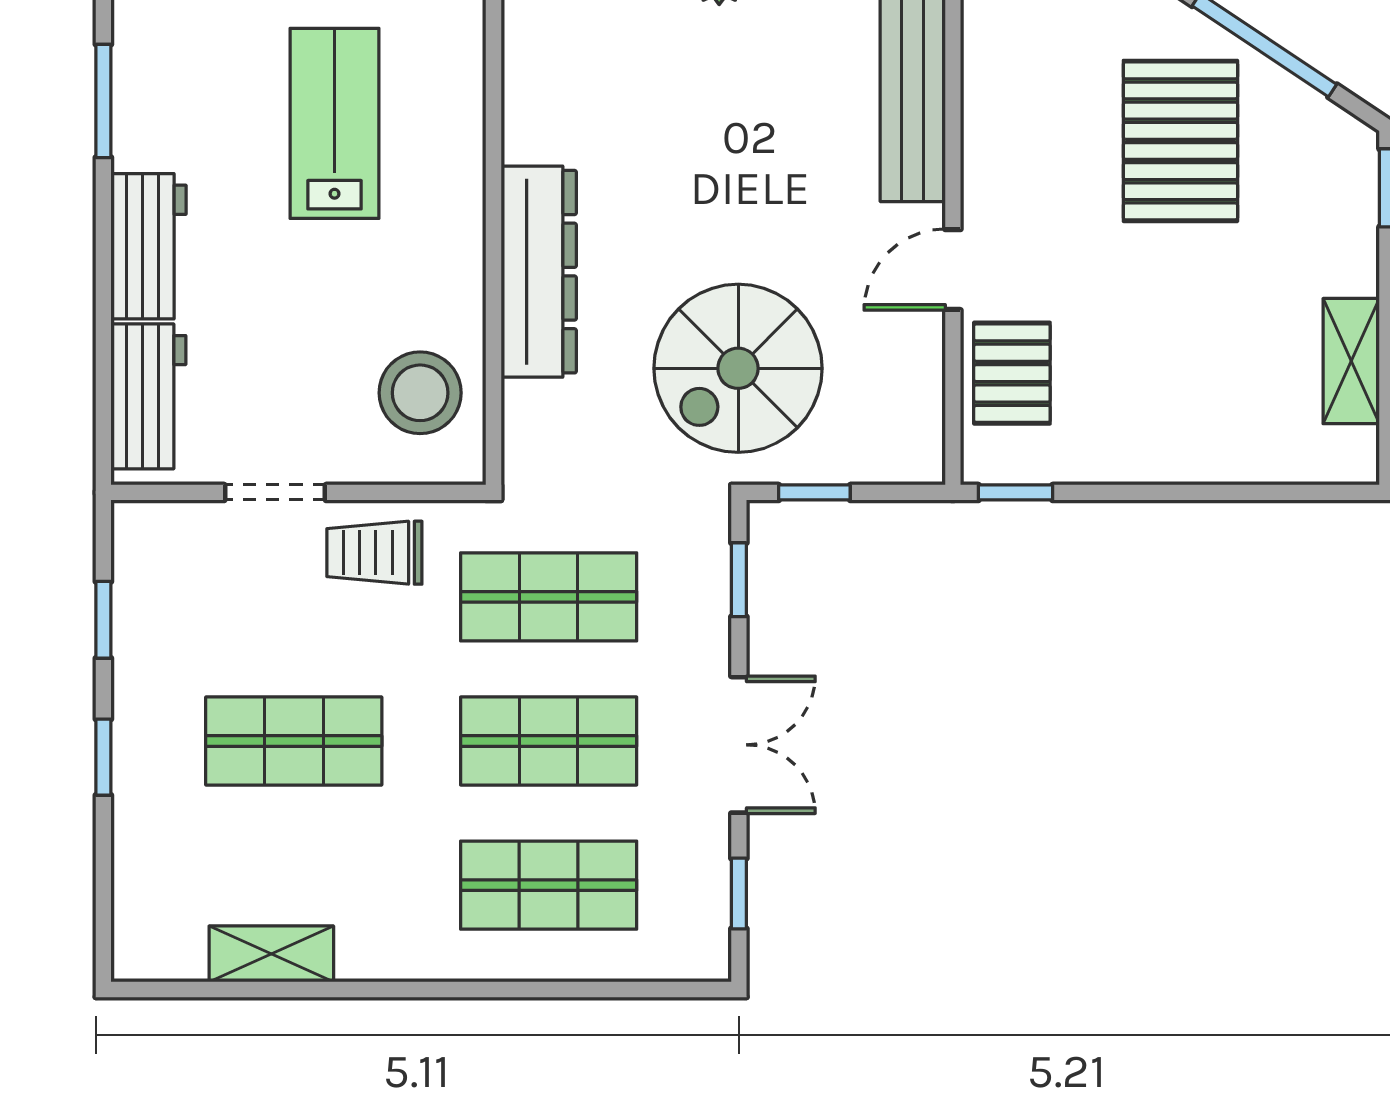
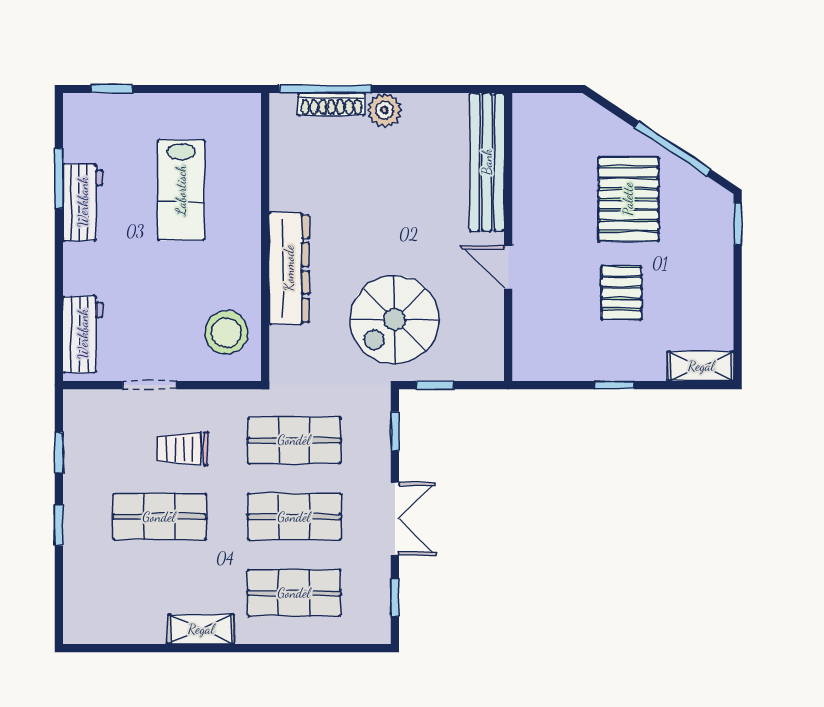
lab bench: (334, 123) -> (181, 190), turned 180
workbench: (149, 246) -> (83, 202), moved
door: (953, 270) -> (508, 267), hinge flipped
shelving: (1351, 361) -> (701, 366), moved, turned 90
pallet: (1012, 373) -> (621, 293), moved
window: (1016, 492) -> (614, 385), moved
trolley: (374, 553) -> (183, 449), moved
shelving: (271, 954) -> (201, 629), moved

